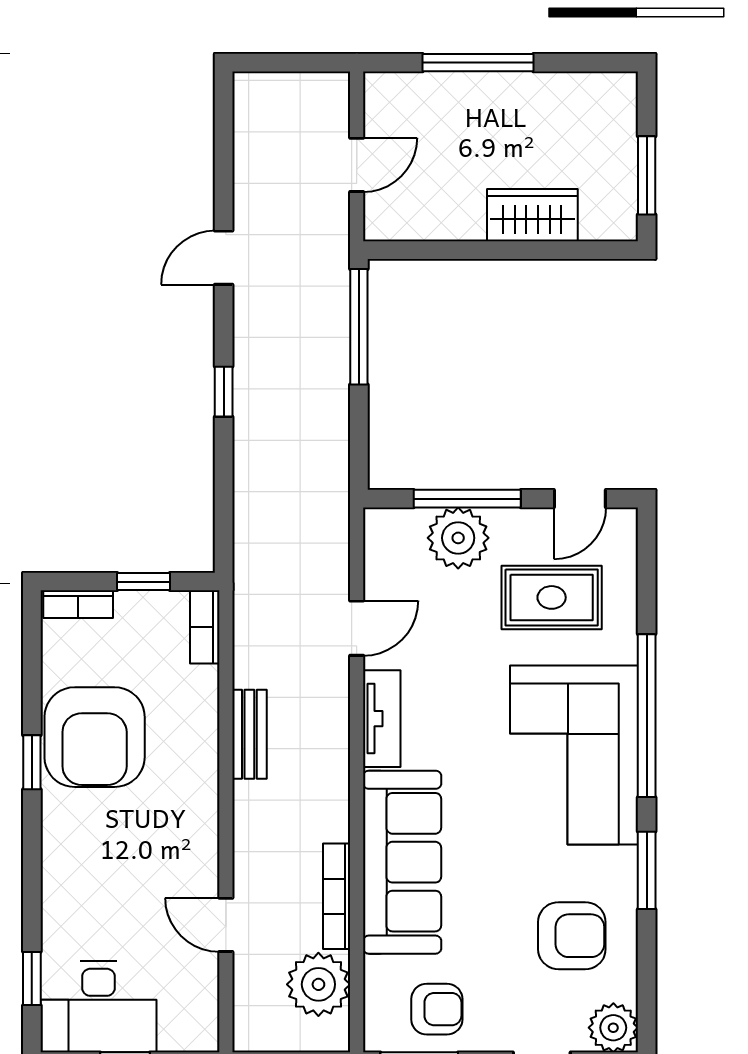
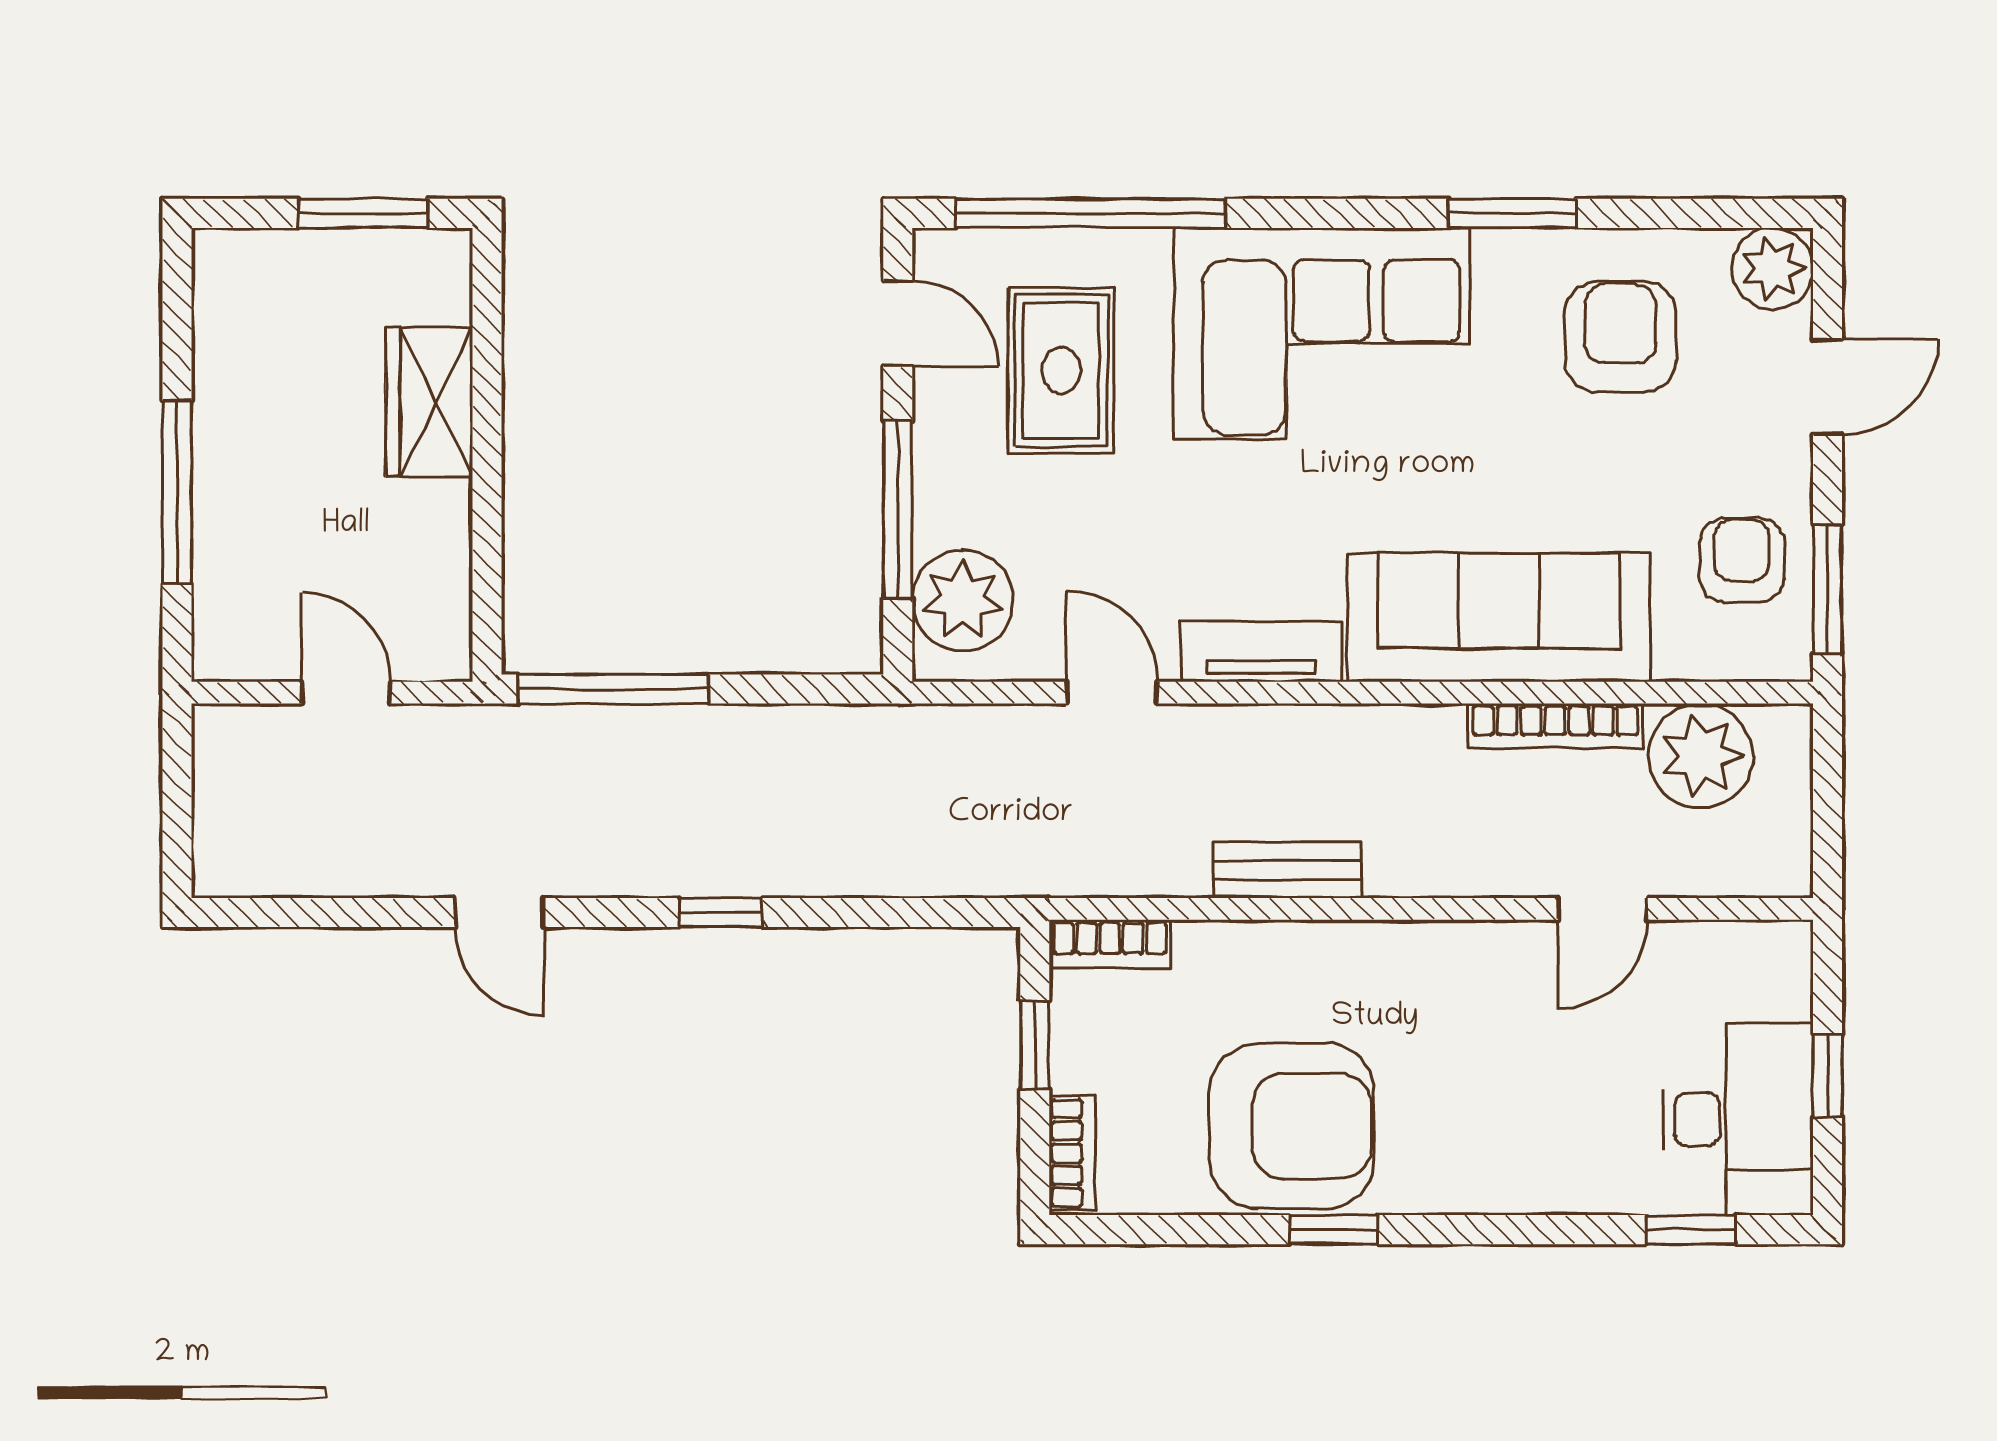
plant: (458, 538) -> (963, 601), moved
window: (647, 716) -> (1091, 213), moved

